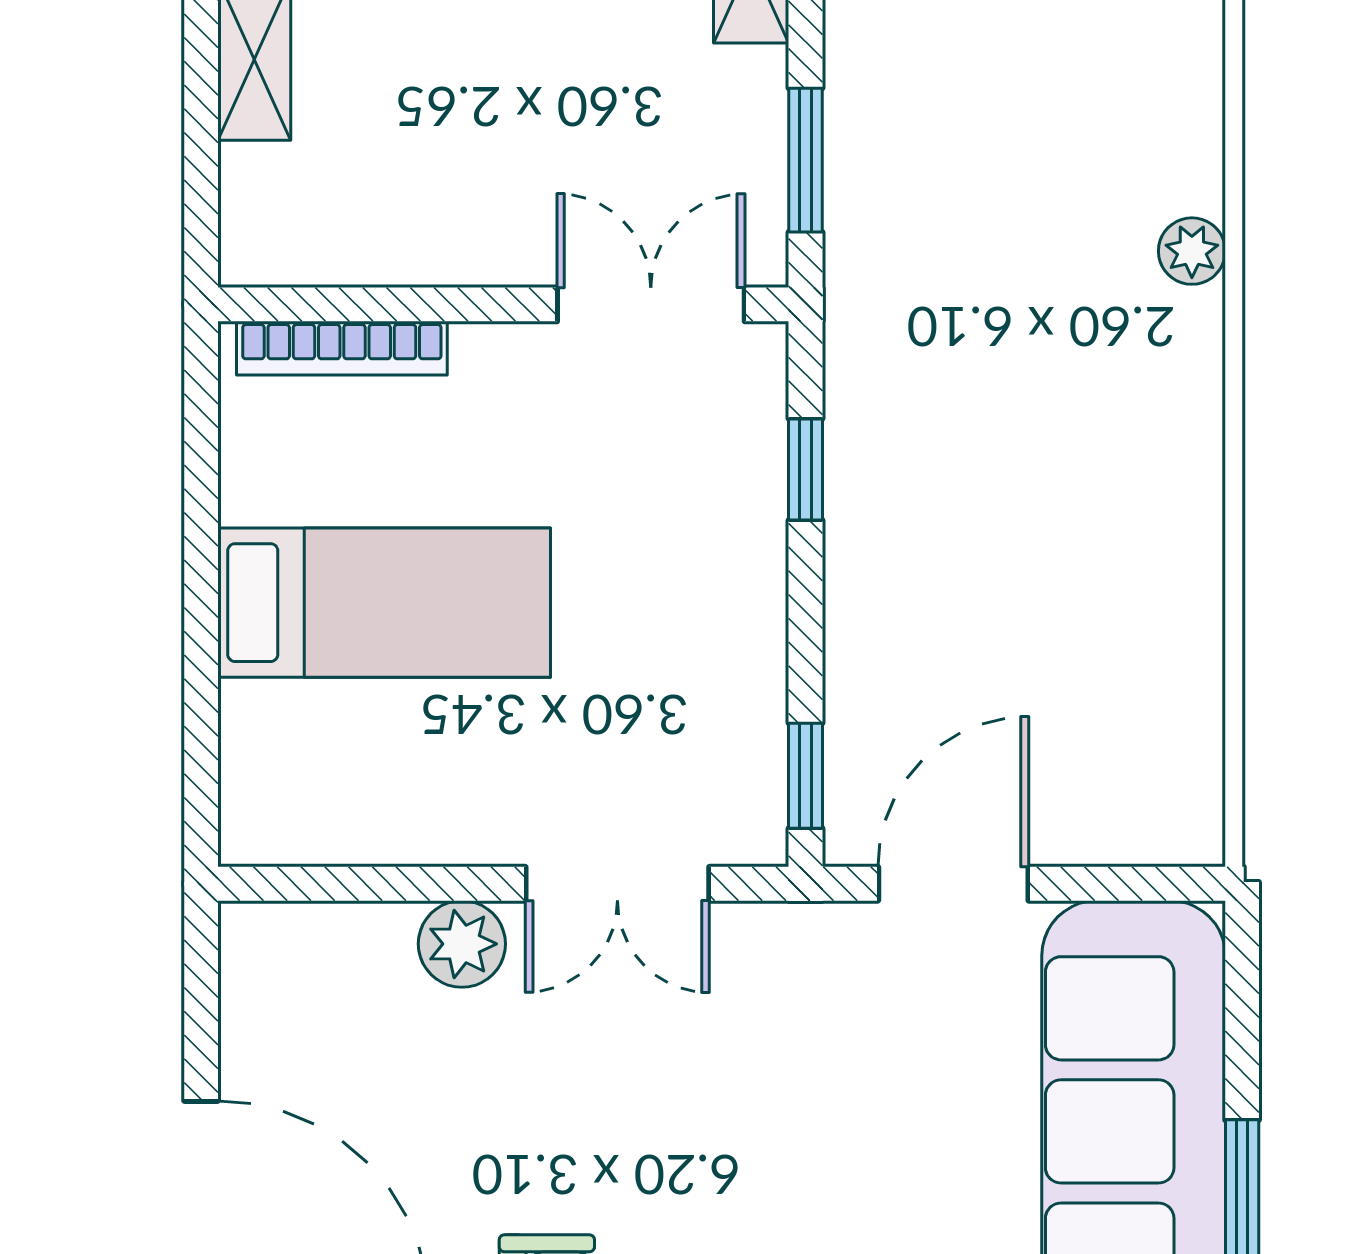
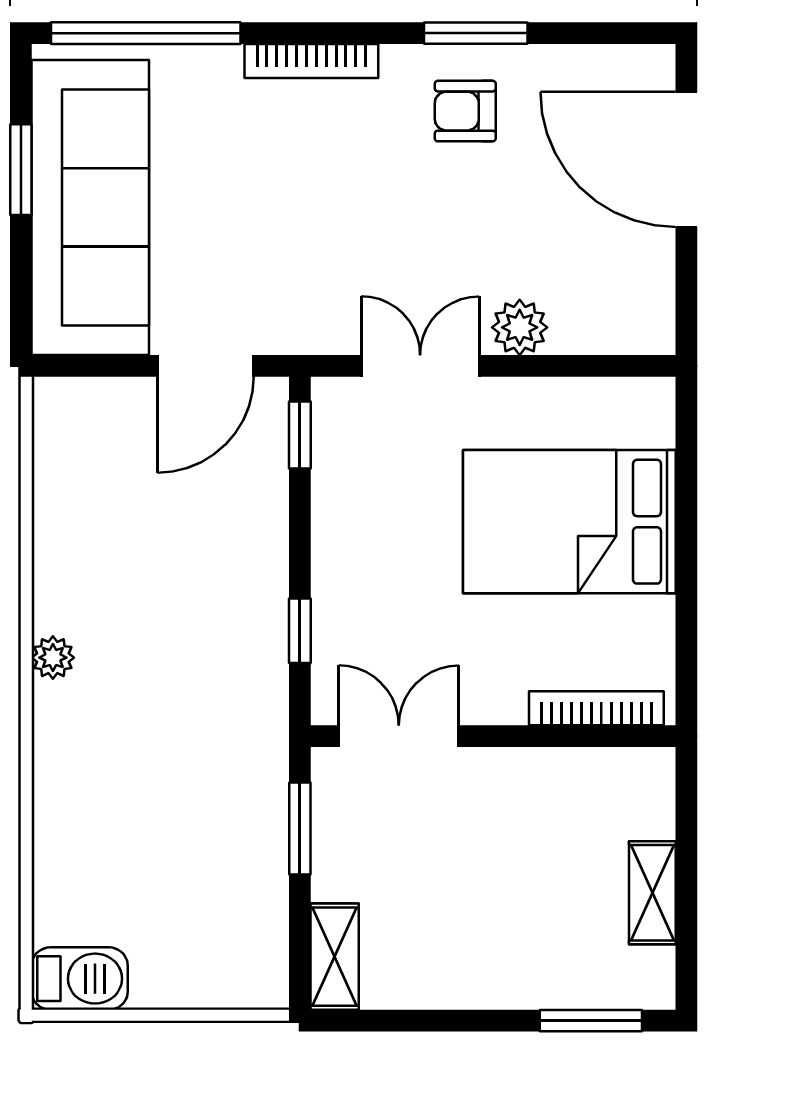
plant: (1192, 251) -> (53, 658), moved
double door: (651, 304) -> (399, 736), swing flipped
bed: (384, 603) -> (569, 522), width x1.50

